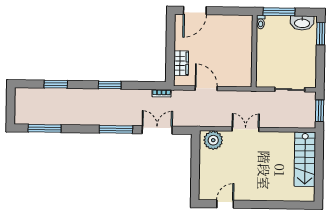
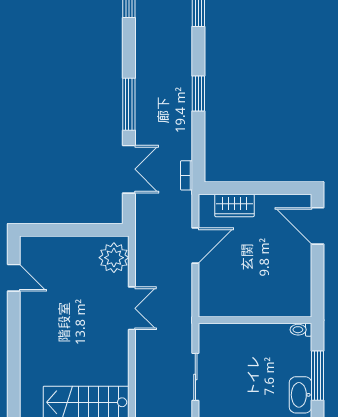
window: (279, 12) -> (318, 376), moved

